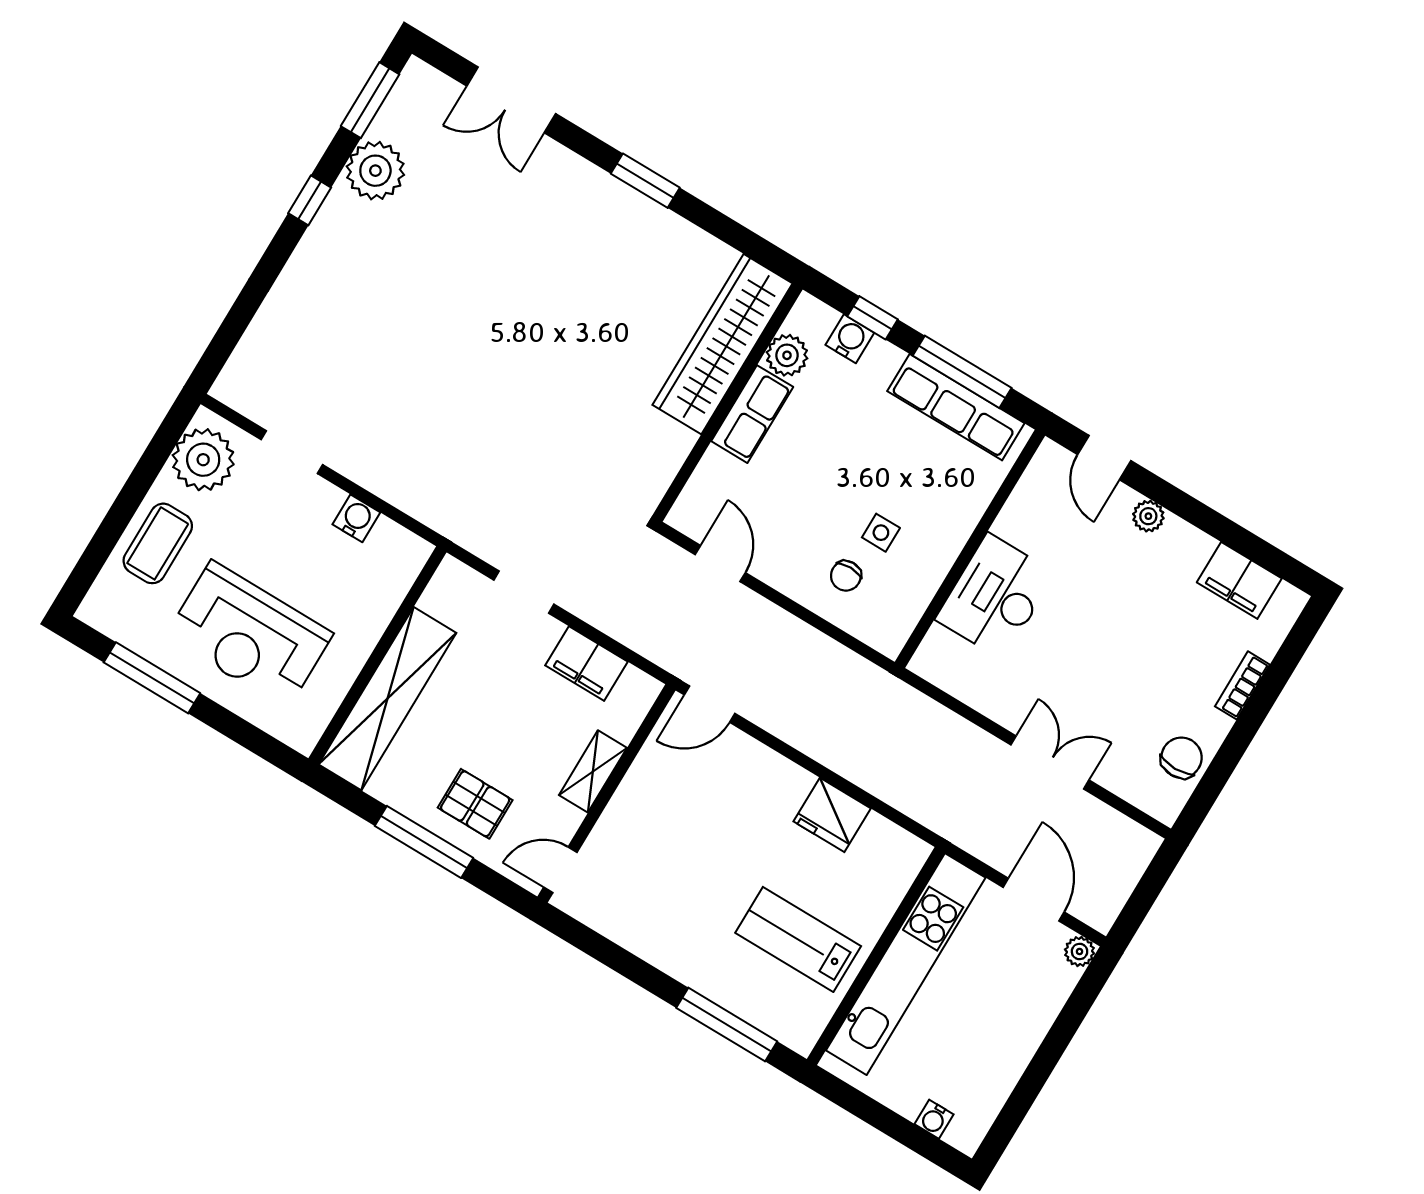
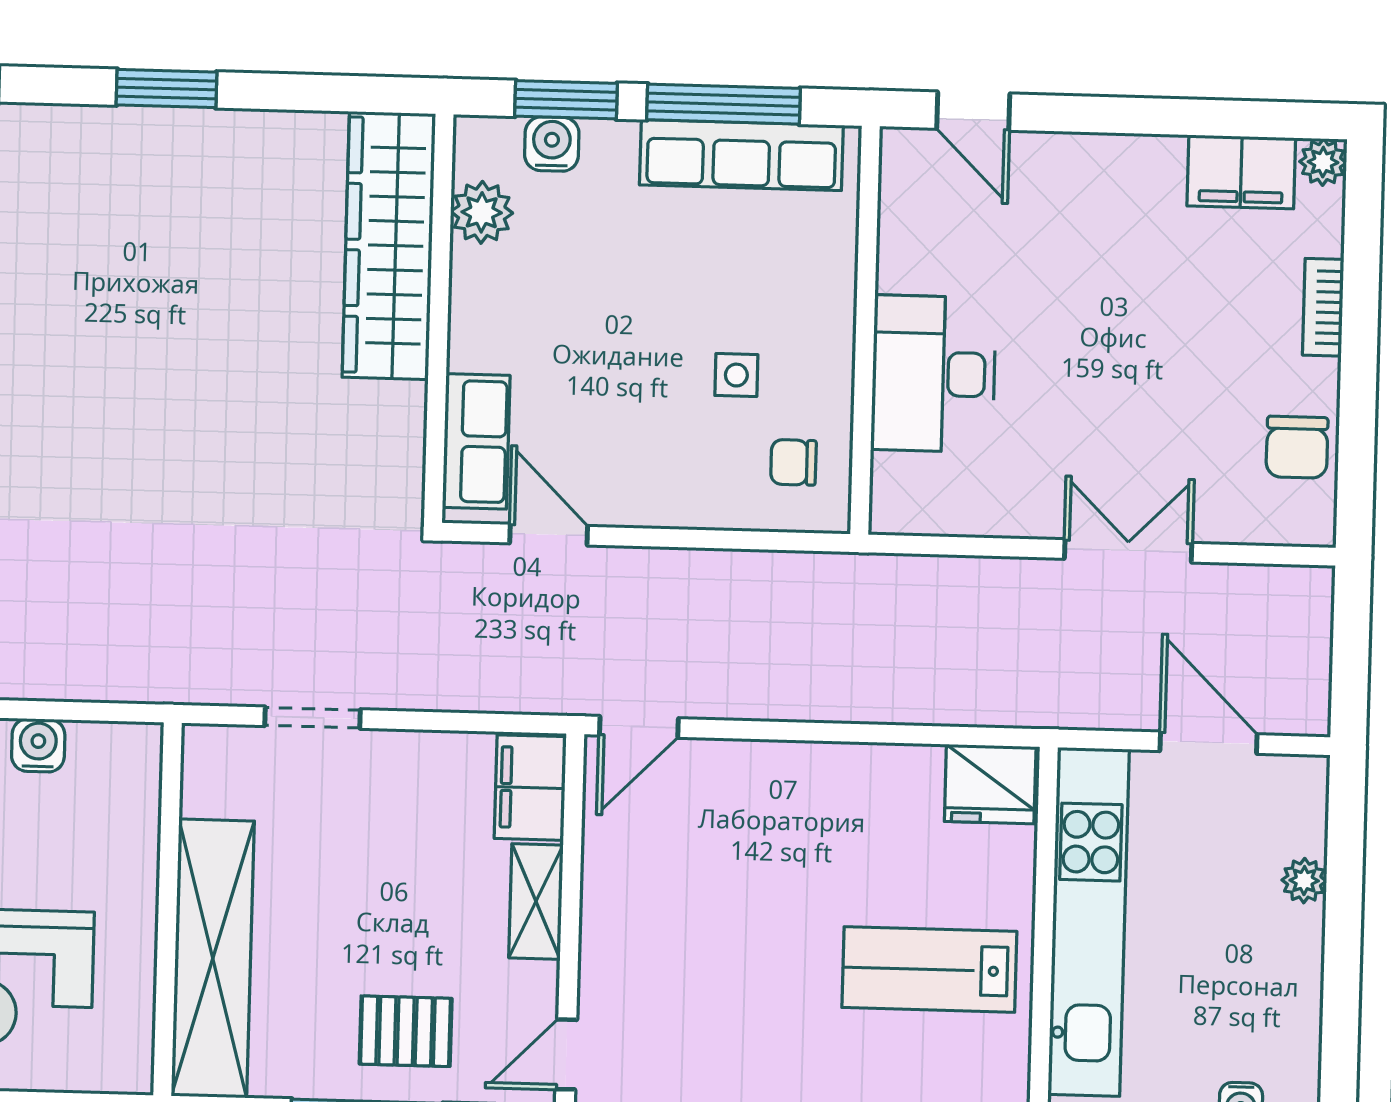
window: (873, 318) -> (566, 100), width x1.50
row of seats: (752, 414) -> (476, 441), moved
plant: (1148, 516) -> (1323, 162), moved
chair: (846, 576) -> (793, 462), moved, turned 90
filing cabinet: (586, 664) -> (530, 788), moved, turned 90
chair: (1181, 758) -> (1297, 447), turned 180
fridge: (832, 815) -> (990, 784), moved
plant: (1080, 952) -> (1304, 881), moved

